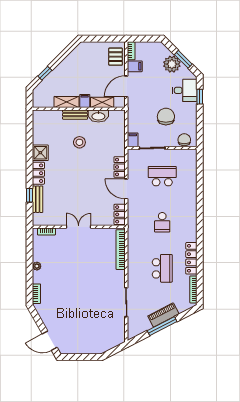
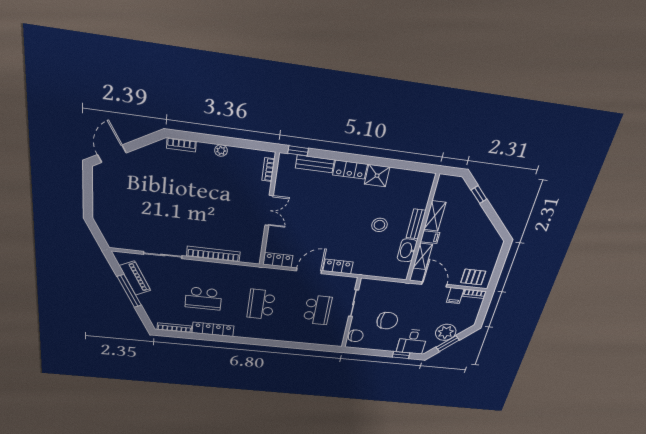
filing cabinet: (133, 140) -> (368, 284), removed
window: (30, 195) -> (298, 151), moved
school desk: (162, 222) -> (261, 304), width x1.85
bookcase: (121, 250) -> (213, 254), moved
piano: (163, 315) -> (135, 278), moved

